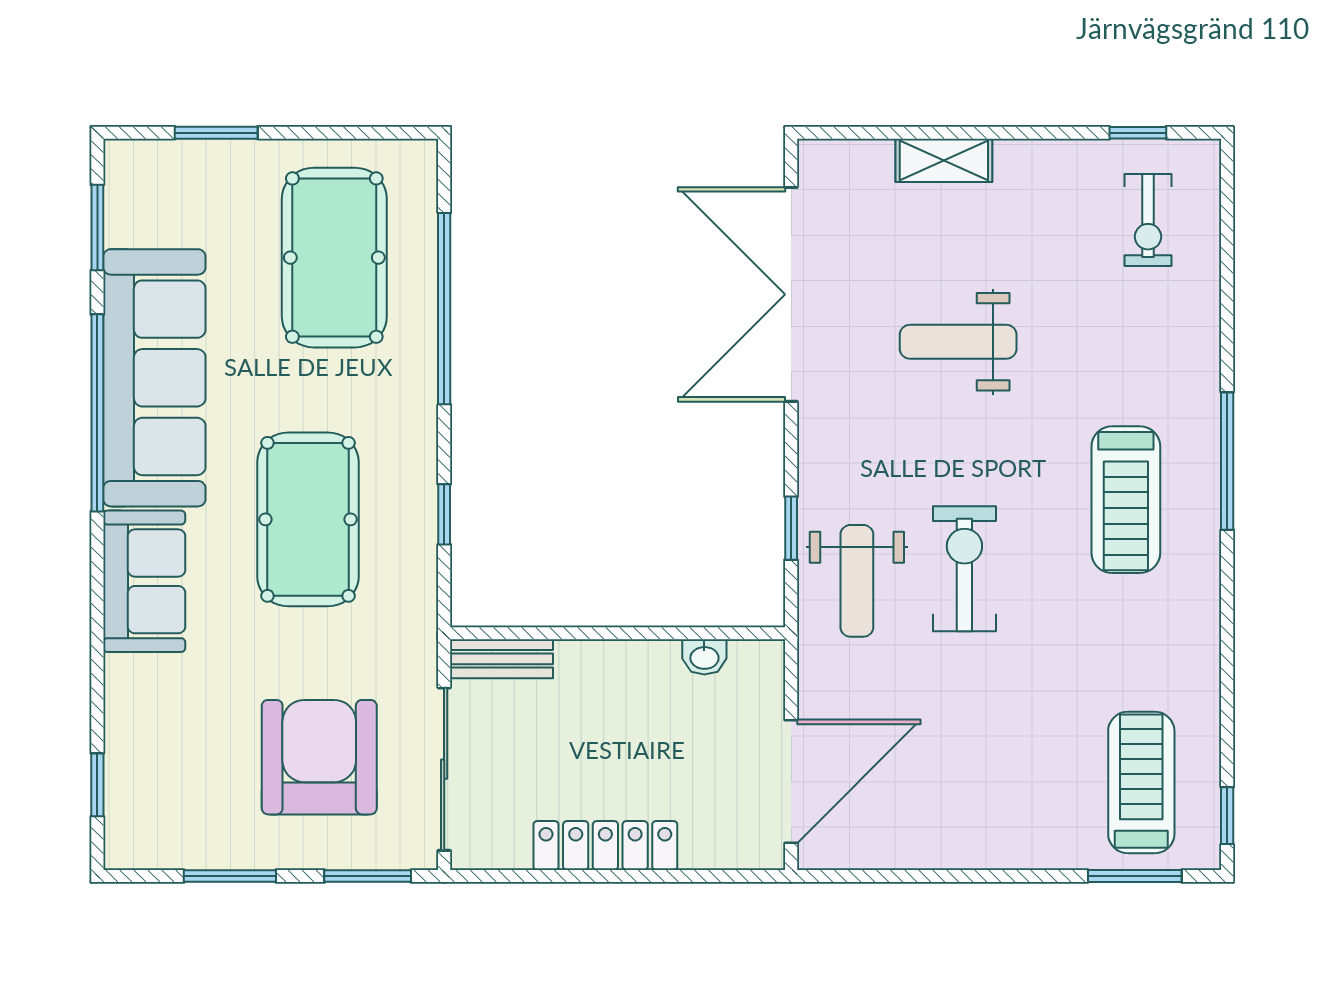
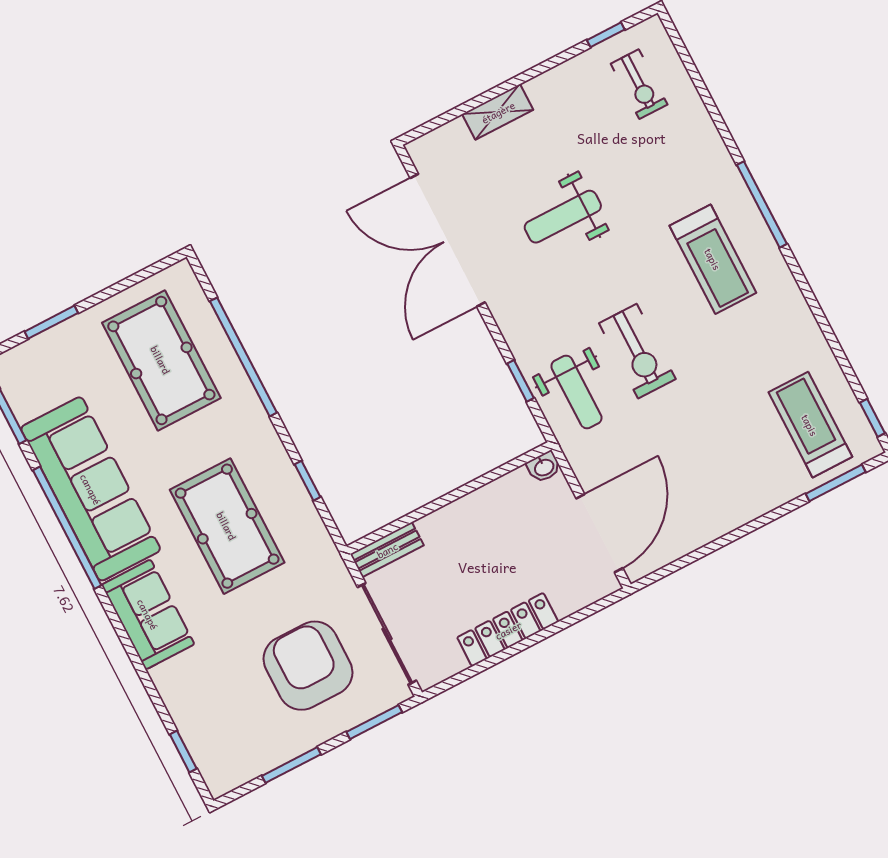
exercise bike: (964, 569) -> (637, 351), turned 180
washbasin: (704, 657) -> (544, 467), moved

